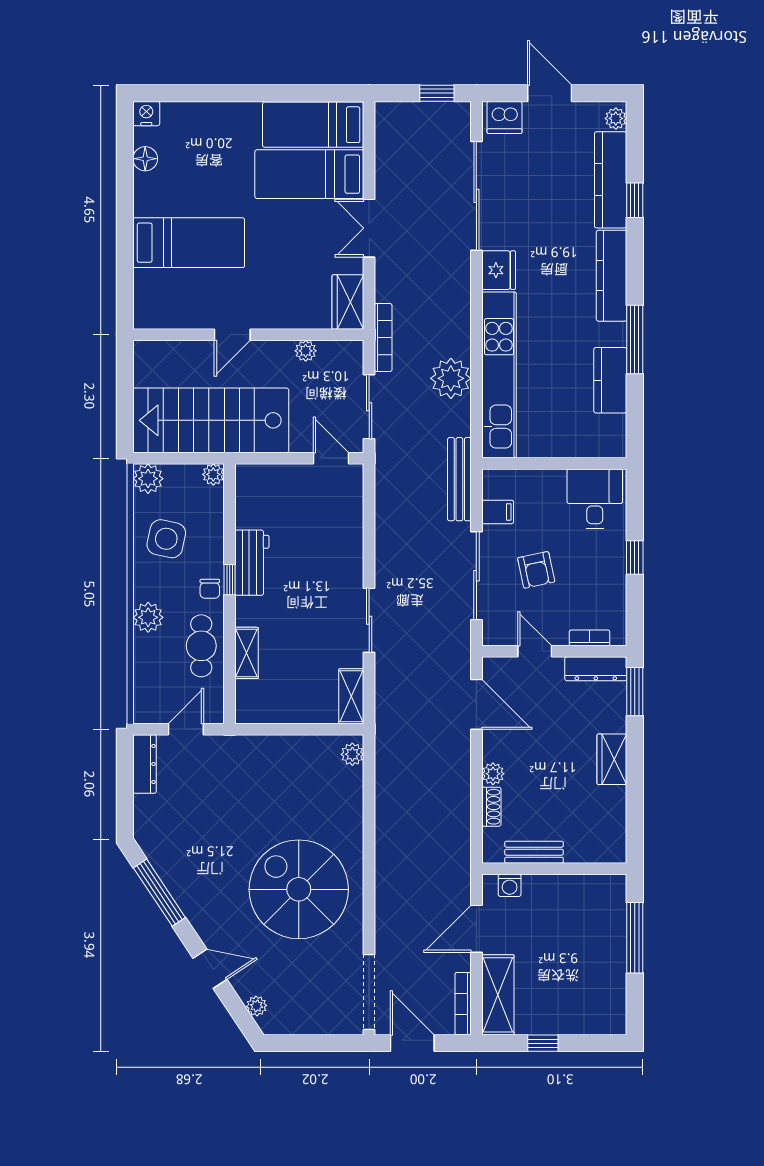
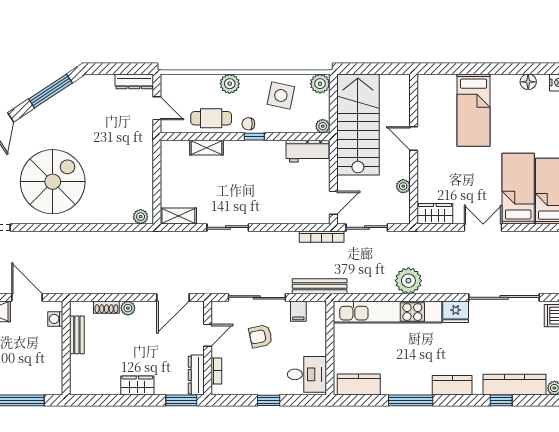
kitchen counter: (612, 276) -> (452, 385), width x0.67
bookcase: (383, 338) -> (322, 237), moved
plant: (451, 378) -> (408, 281), moved
kitchen counter: (610, 380) -> (359, 384), moved
workbench: (252, 563) -> (308, 151), moved

